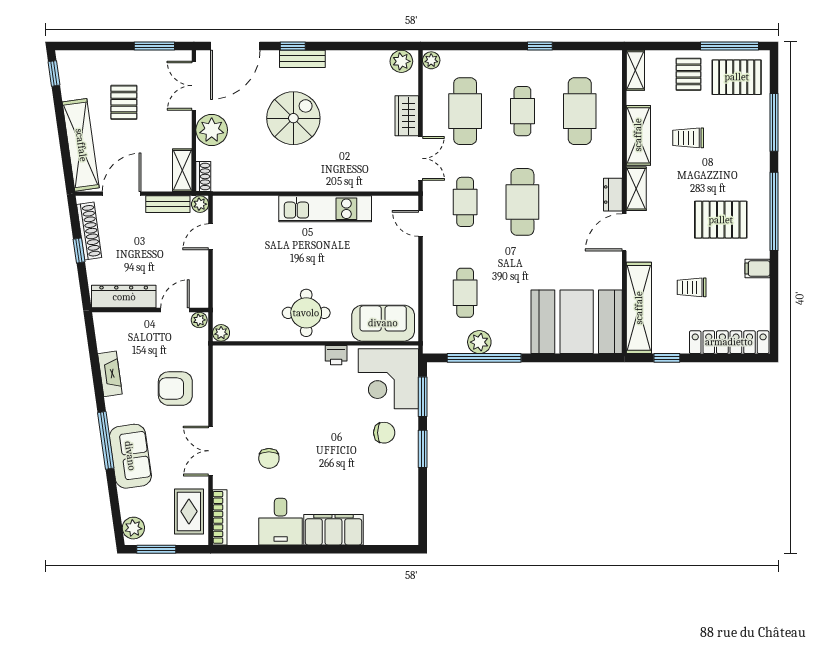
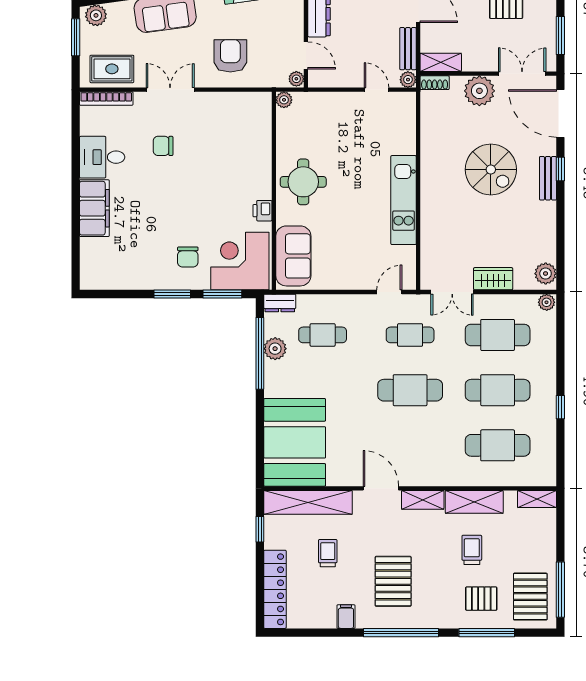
pallet: (688, 74) -> (481, 599), moved
cafe table: (522, 111) -> (498, 390), width x1.37, depth x1.35
dresser: (613, 195) -> (280, 303), moved, turned 180

